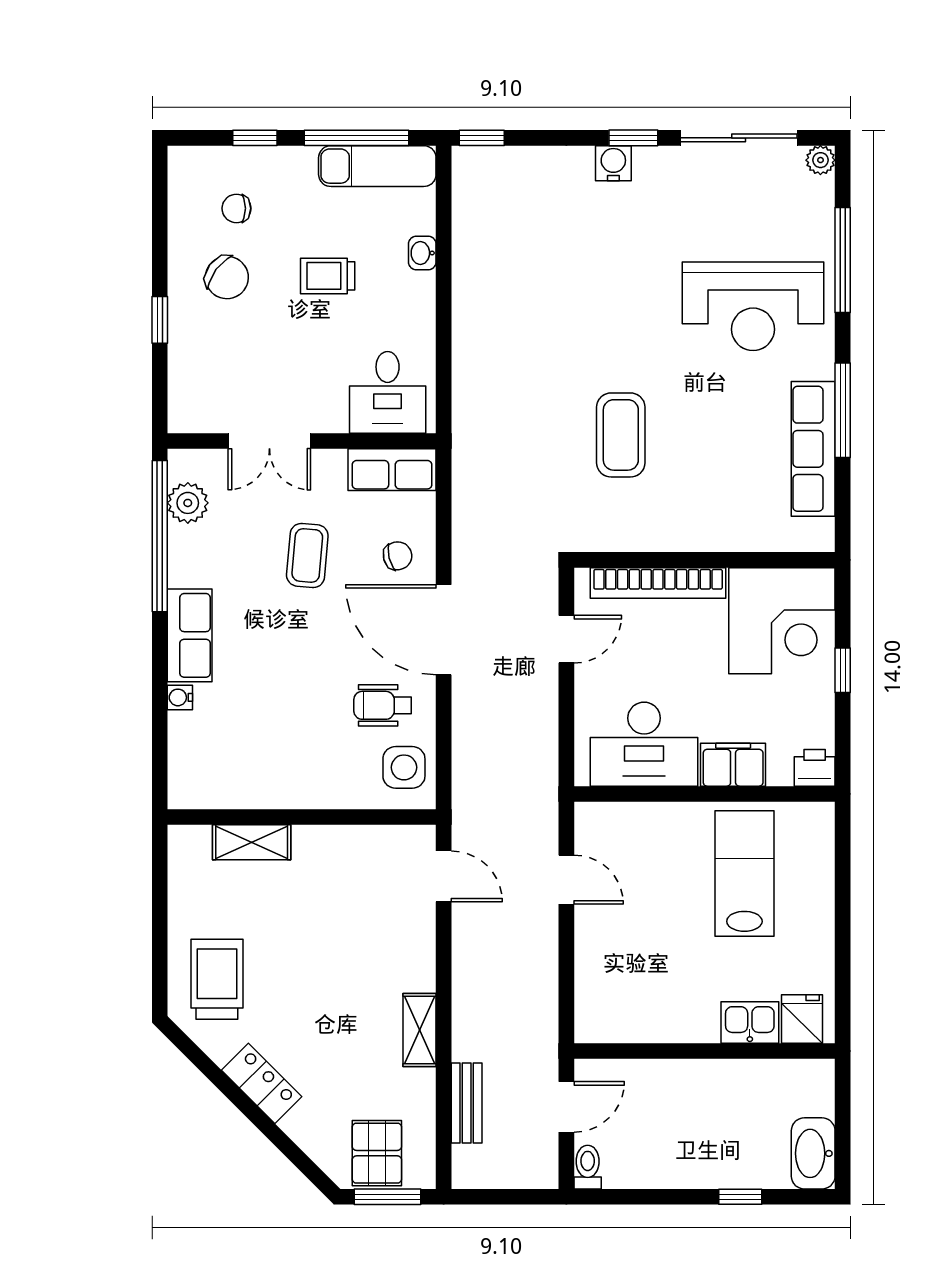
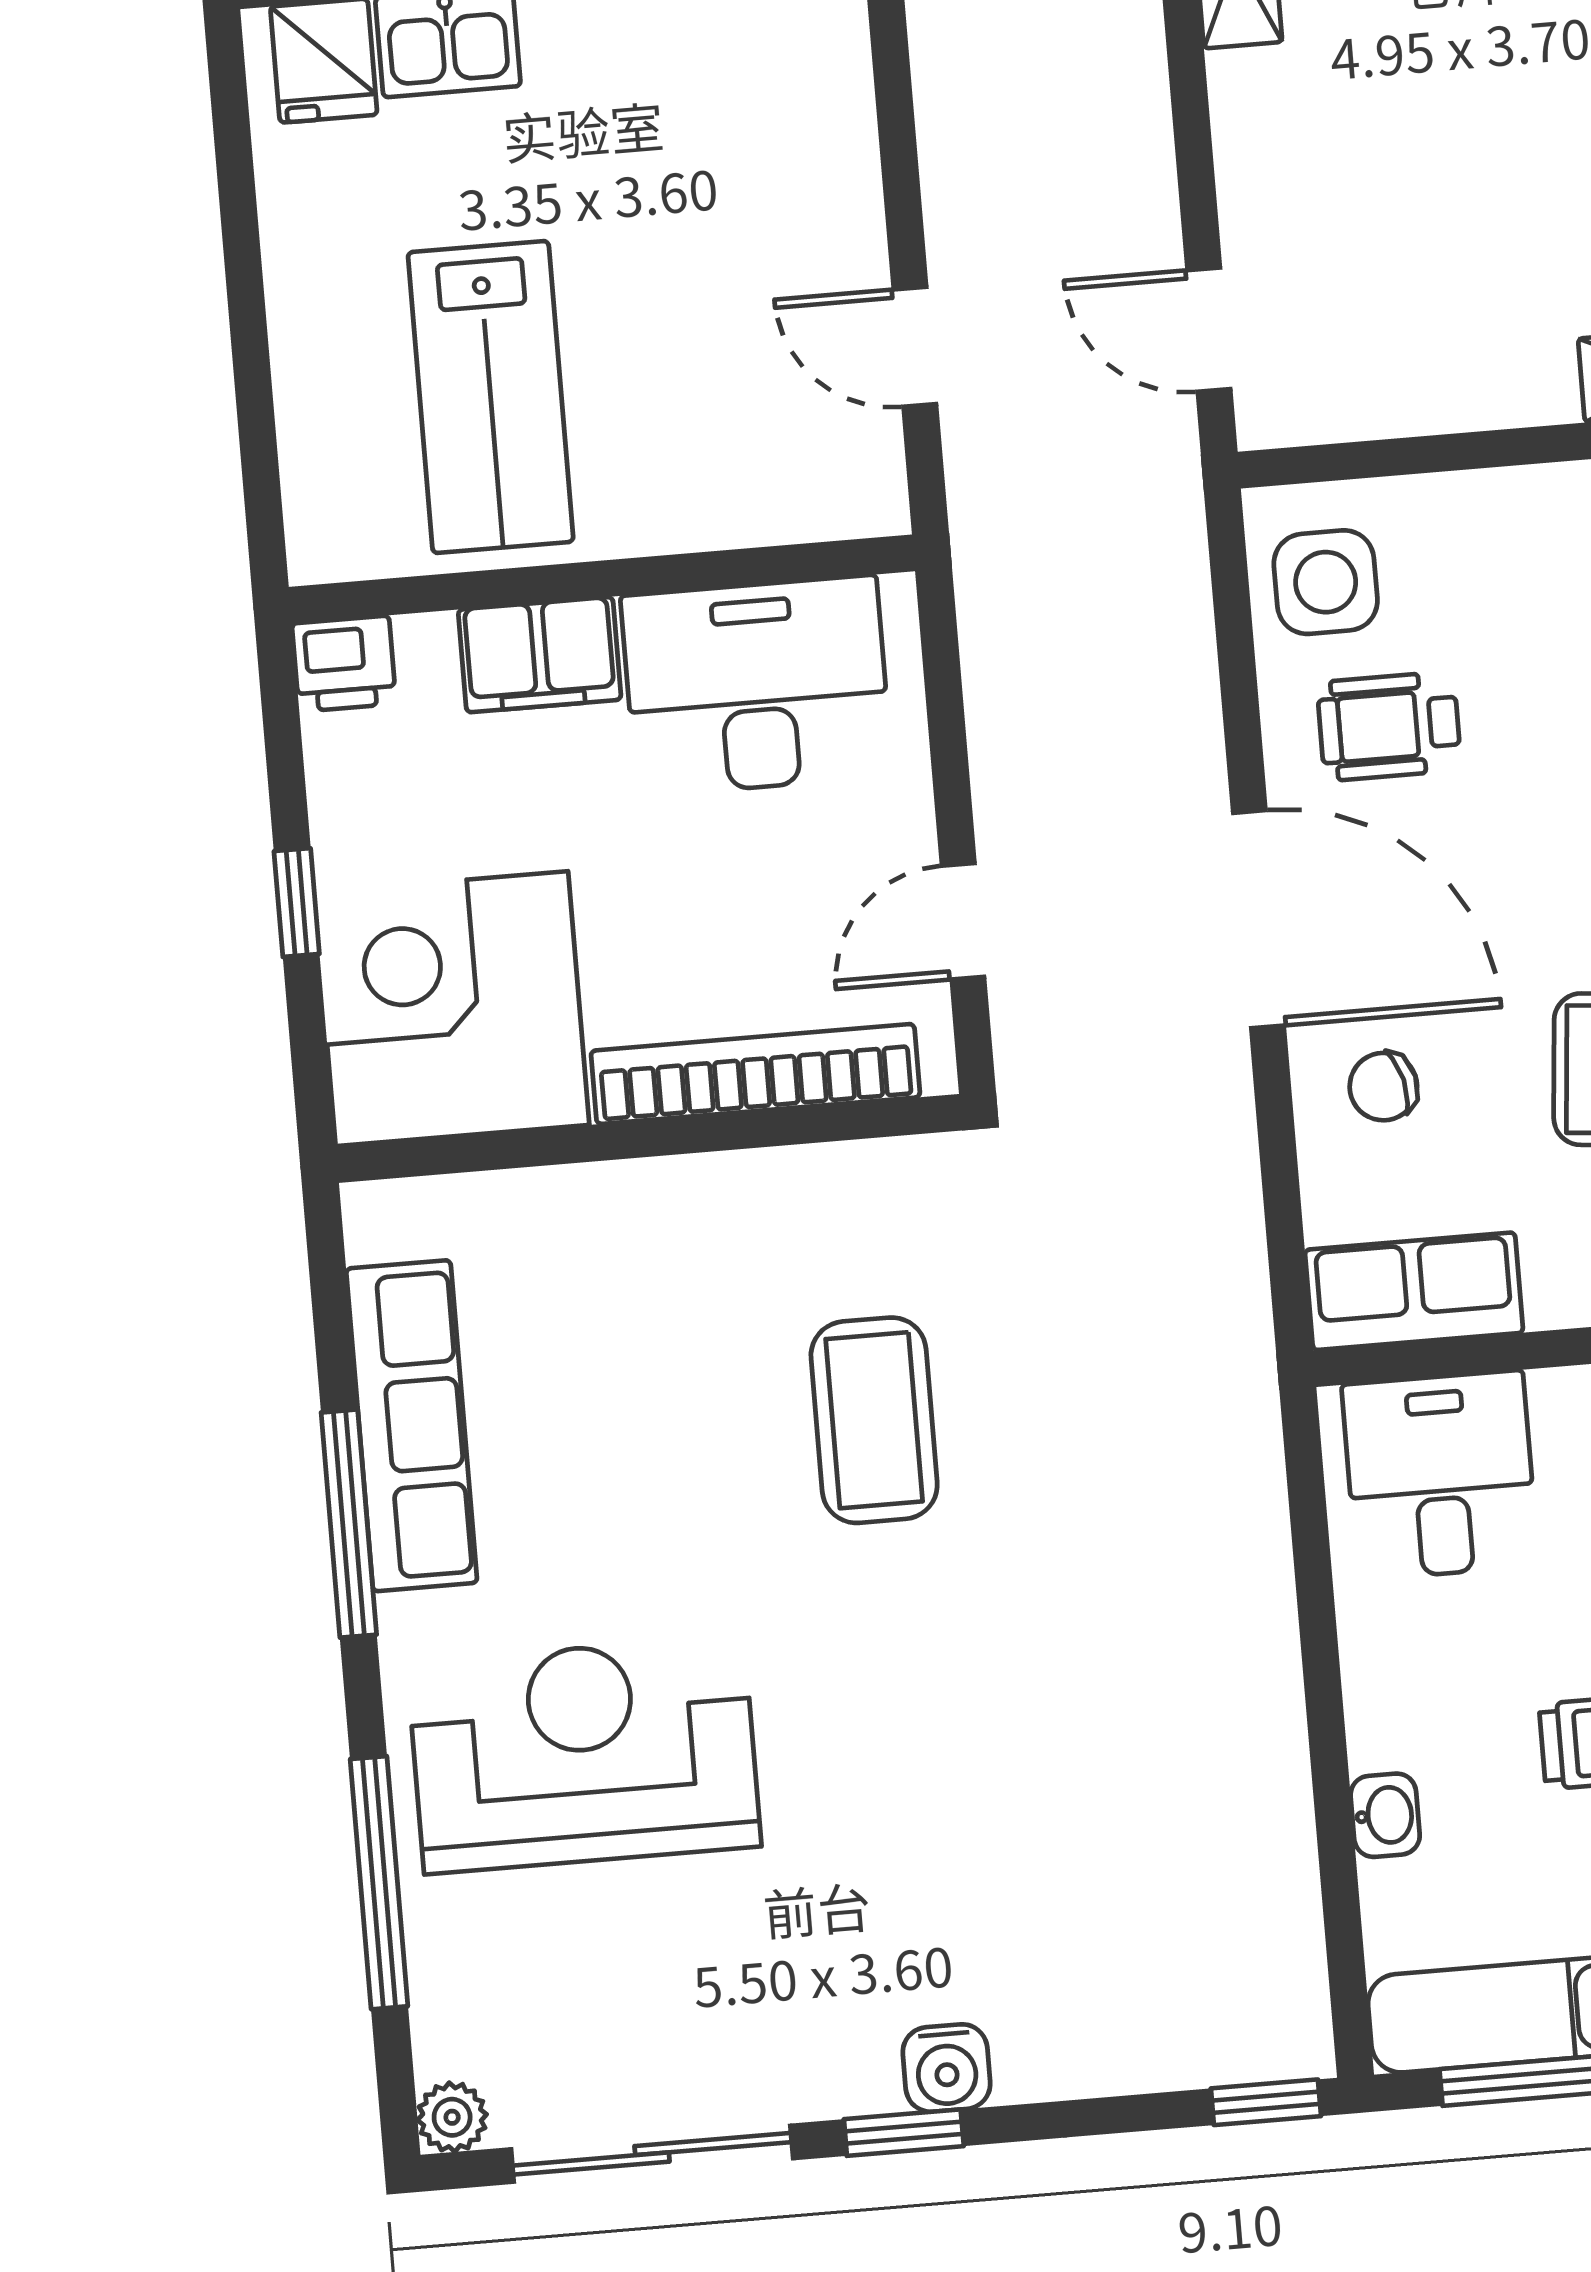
wheelchair: (383, 705) -> (1389, 726), turned 180

